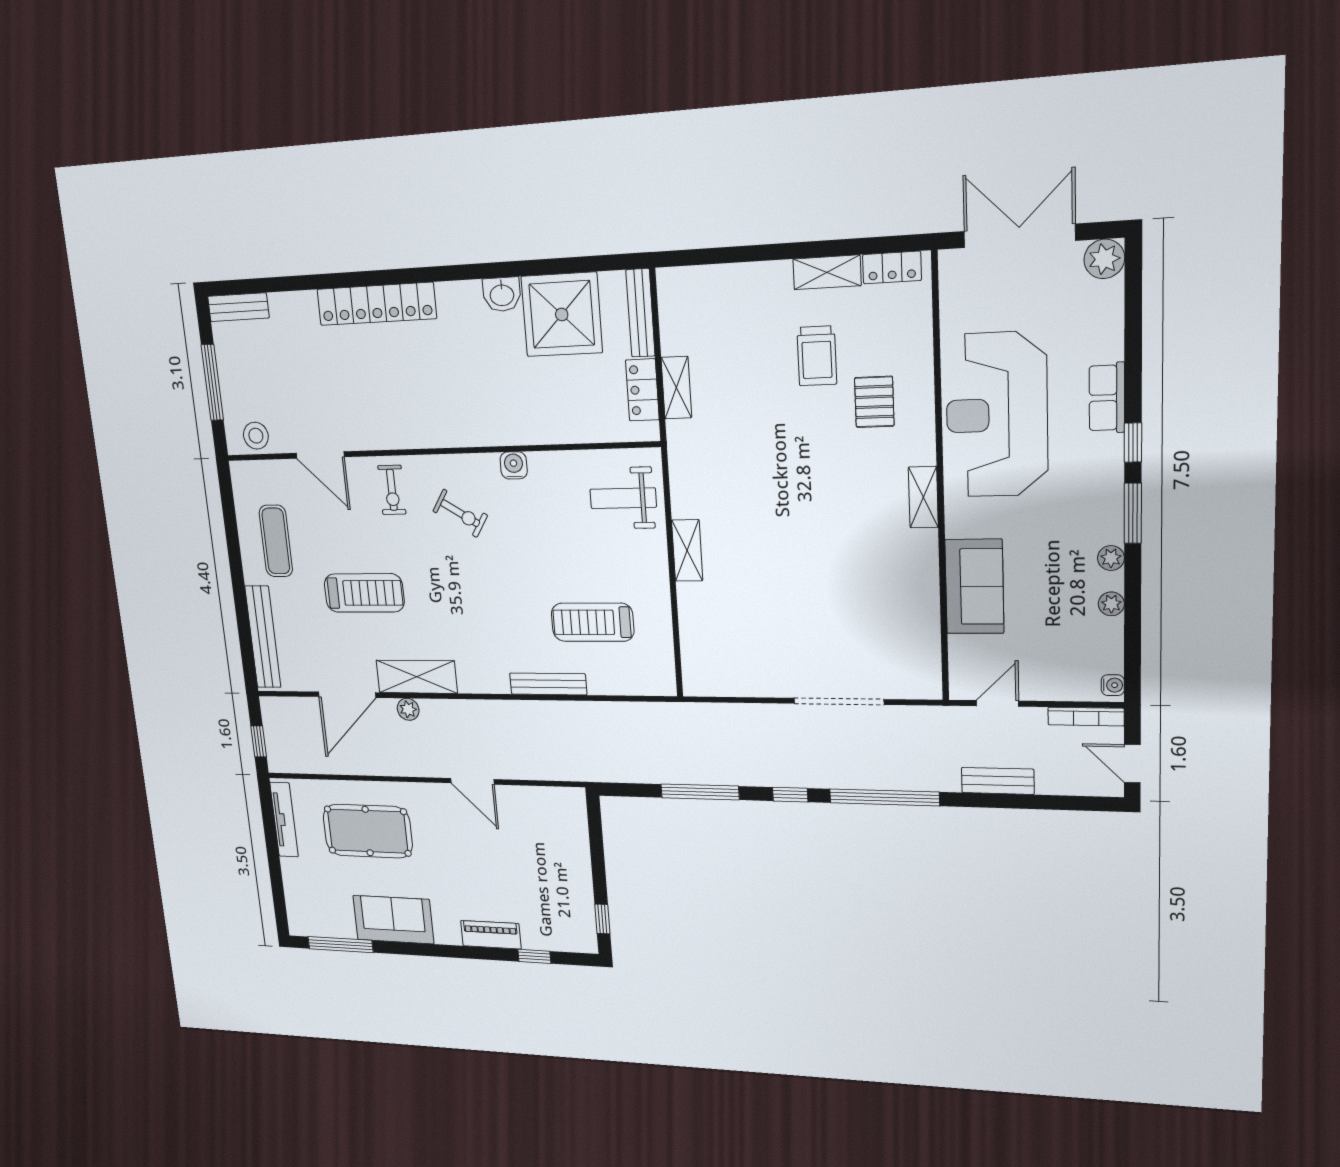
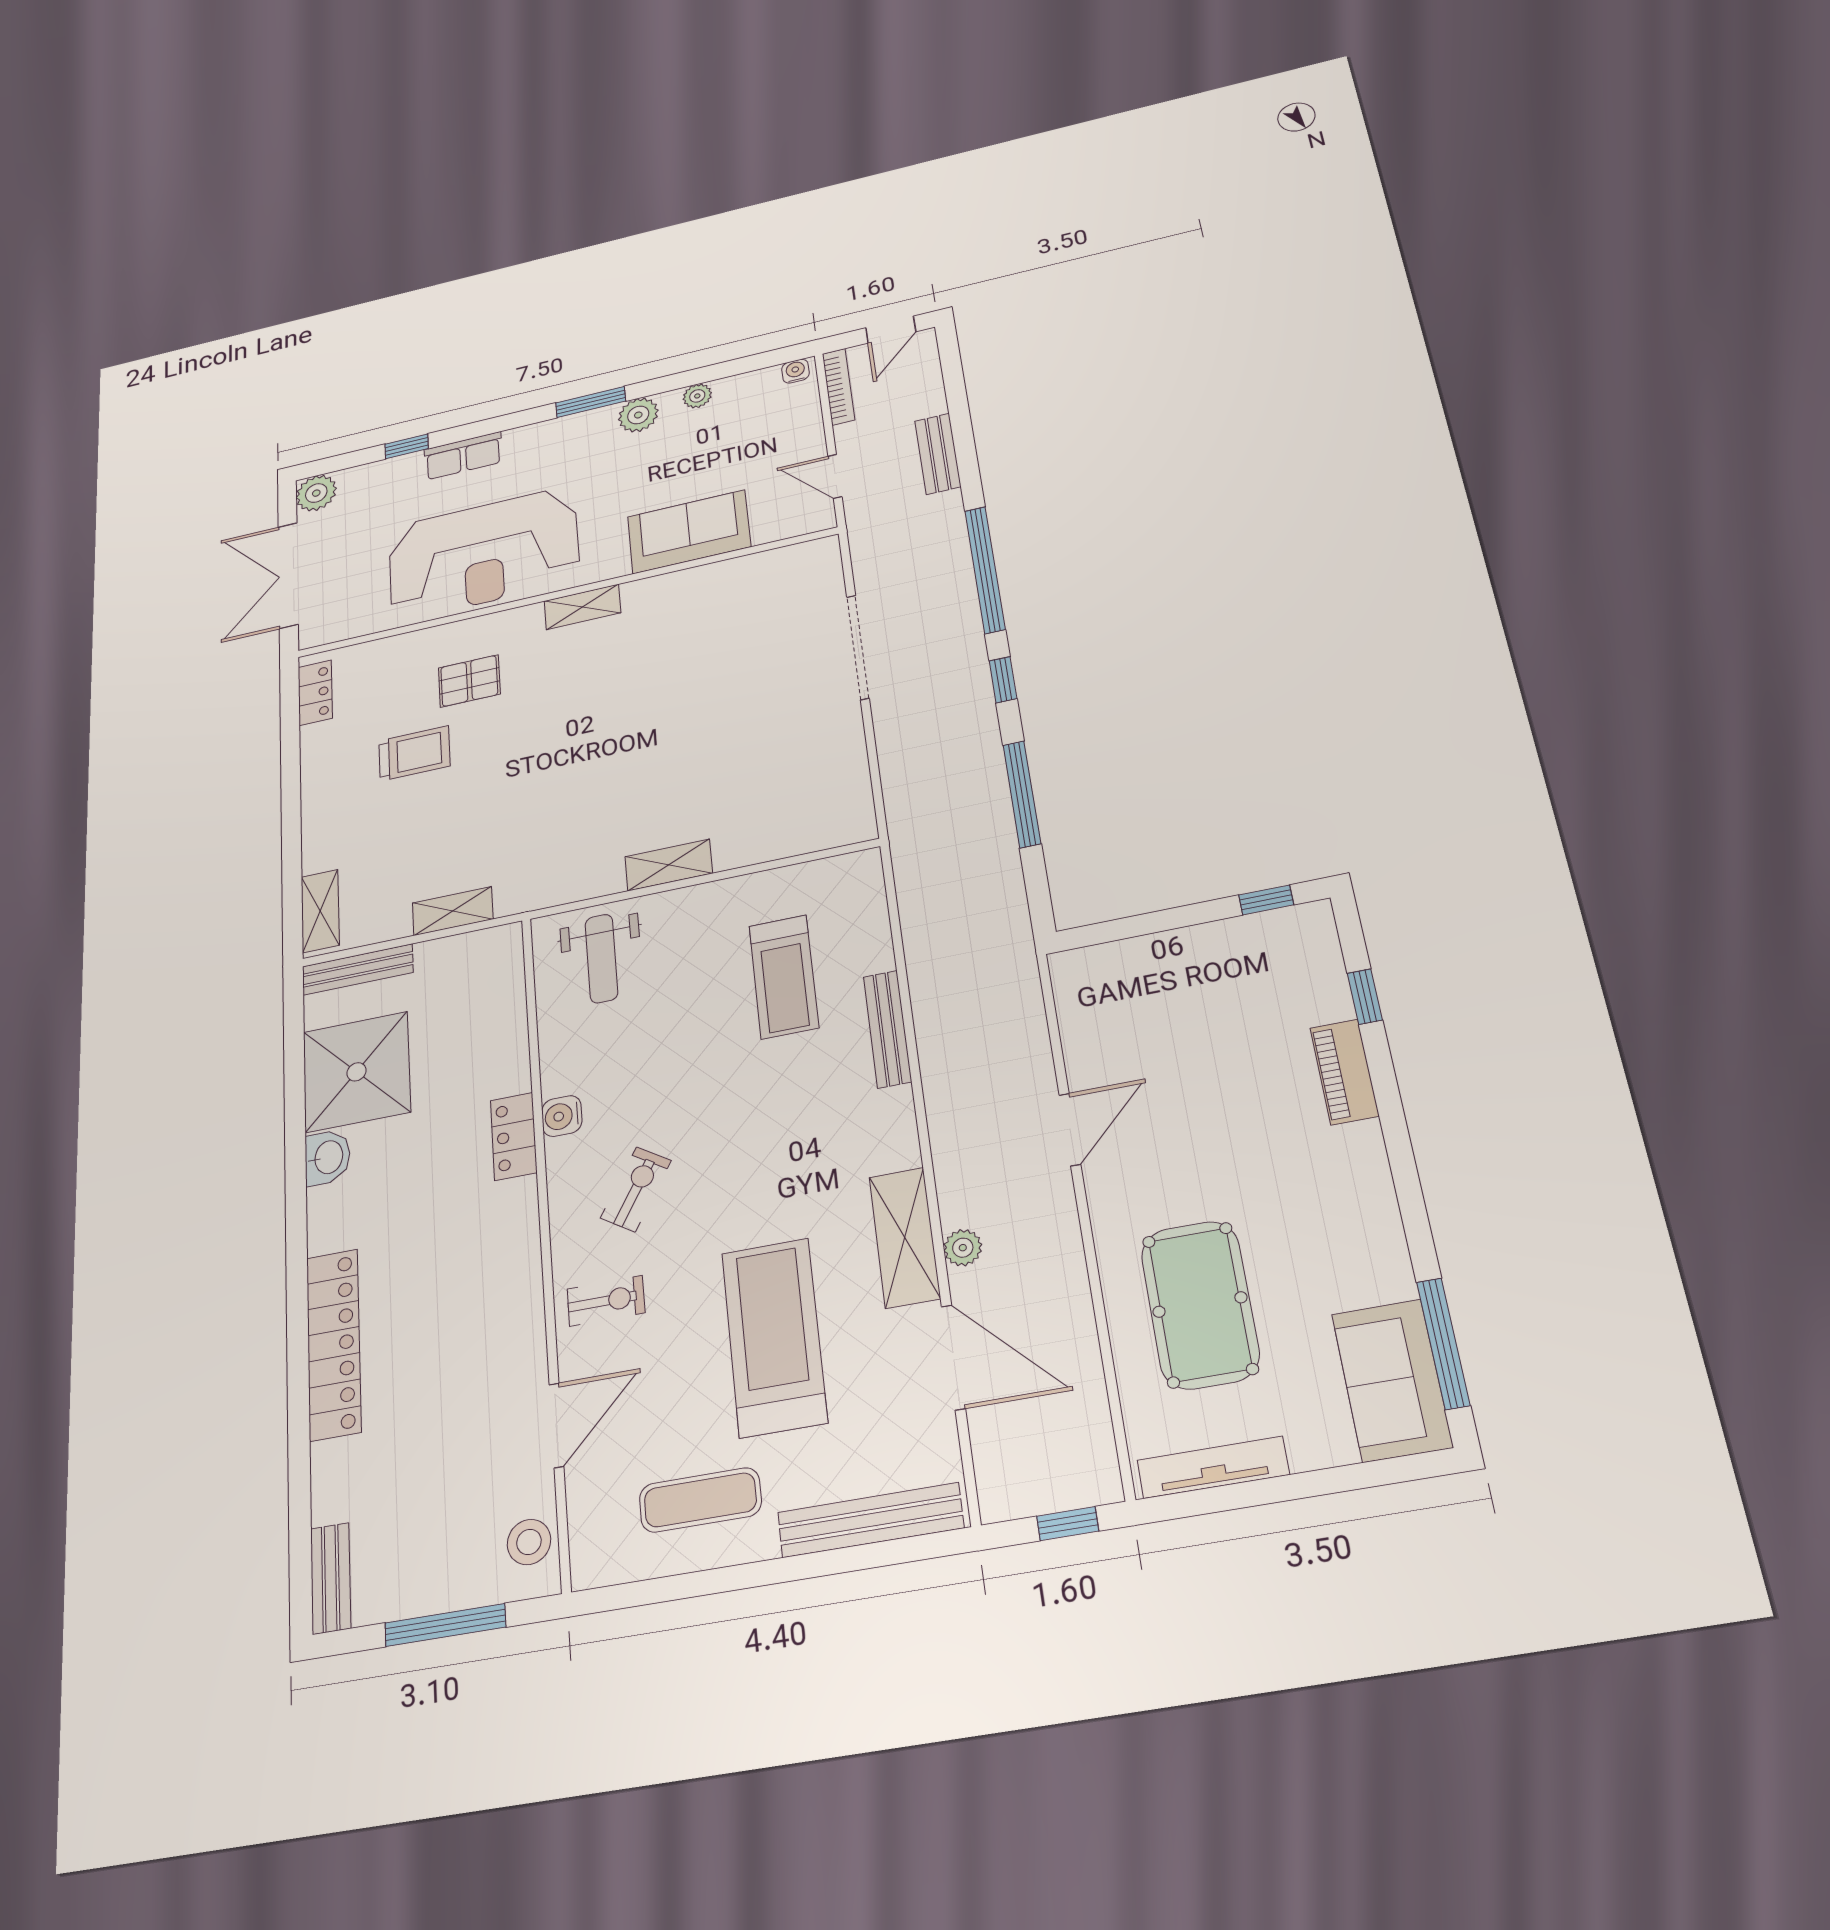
shelving: (827, 272) -> (320, 911), moved
locker: (642, 390) -> (514, 1136), moved, turned 90
window: (1133, 443) -> (407, 446), moved
plant: (1111, 558) -> (638, 415), width x1.38, depth x1.38
treadmill: (364, 593) -> (774, 1337), width x1.37, depth x1.38
sofa: (393, 920) -> (1392, 1380), moved

